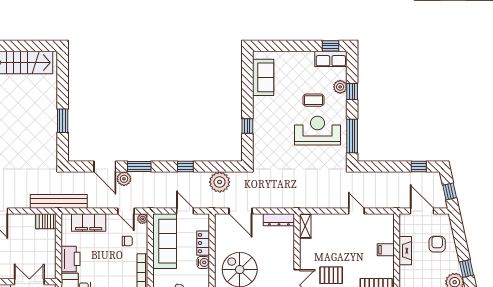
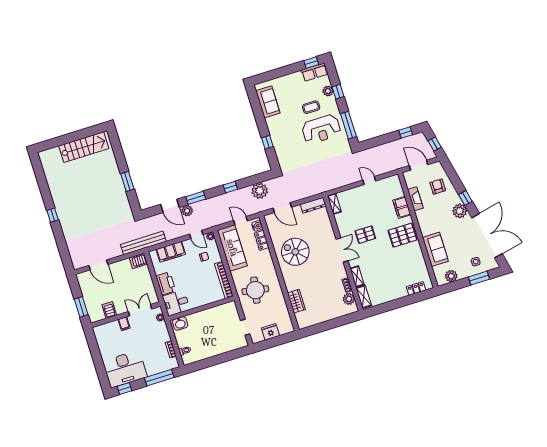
reception desk: (317, 131) -> (321, 129), turned 180
filing cabinet: (386, 250) -> (402, 207), width x2.00
water cooler: (203, 262) -> (257, 226), moved

